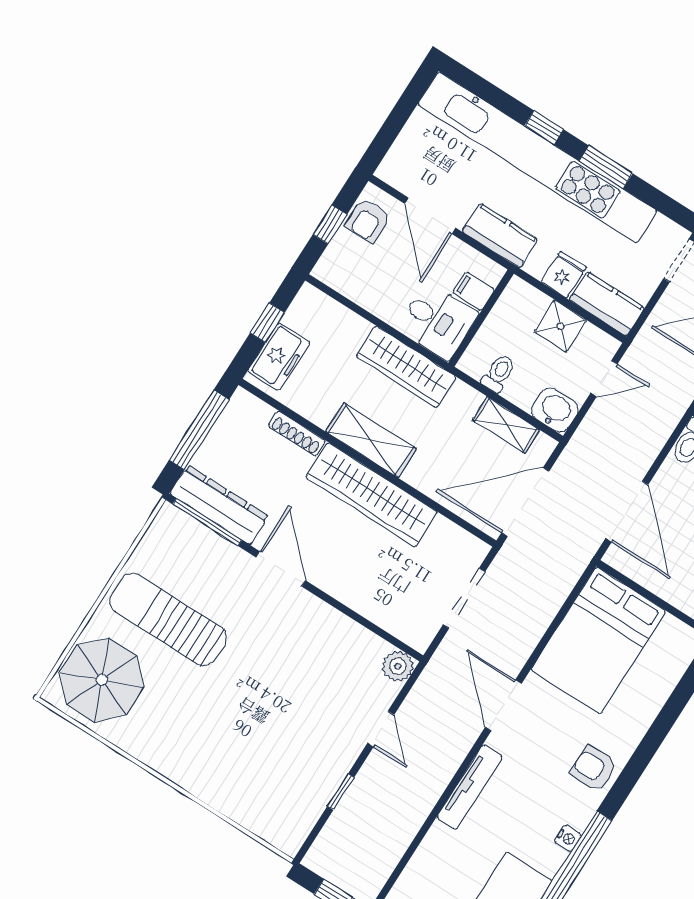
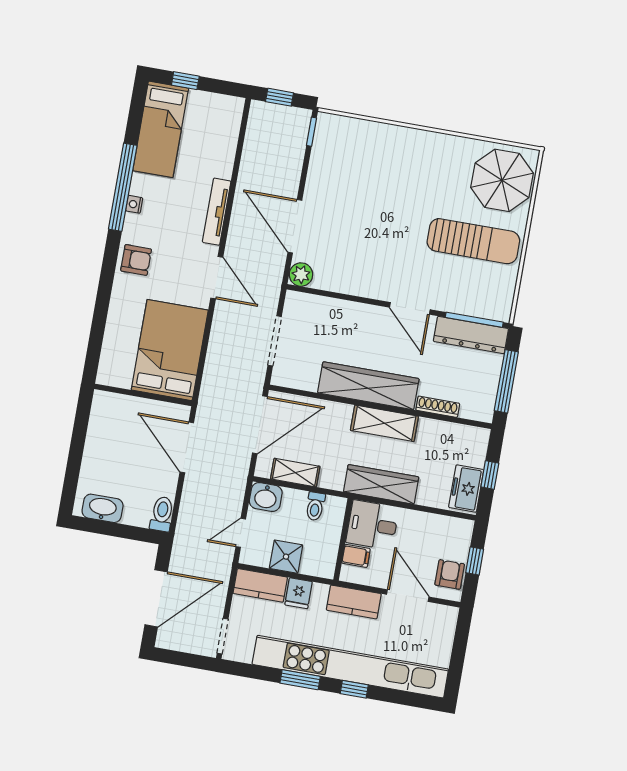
freezer: (279, 357) -> (466, 489), moved
door: (381, 729) -> (295, 226), width x1.88
window: (341, 792) -> (312, 132), moved

